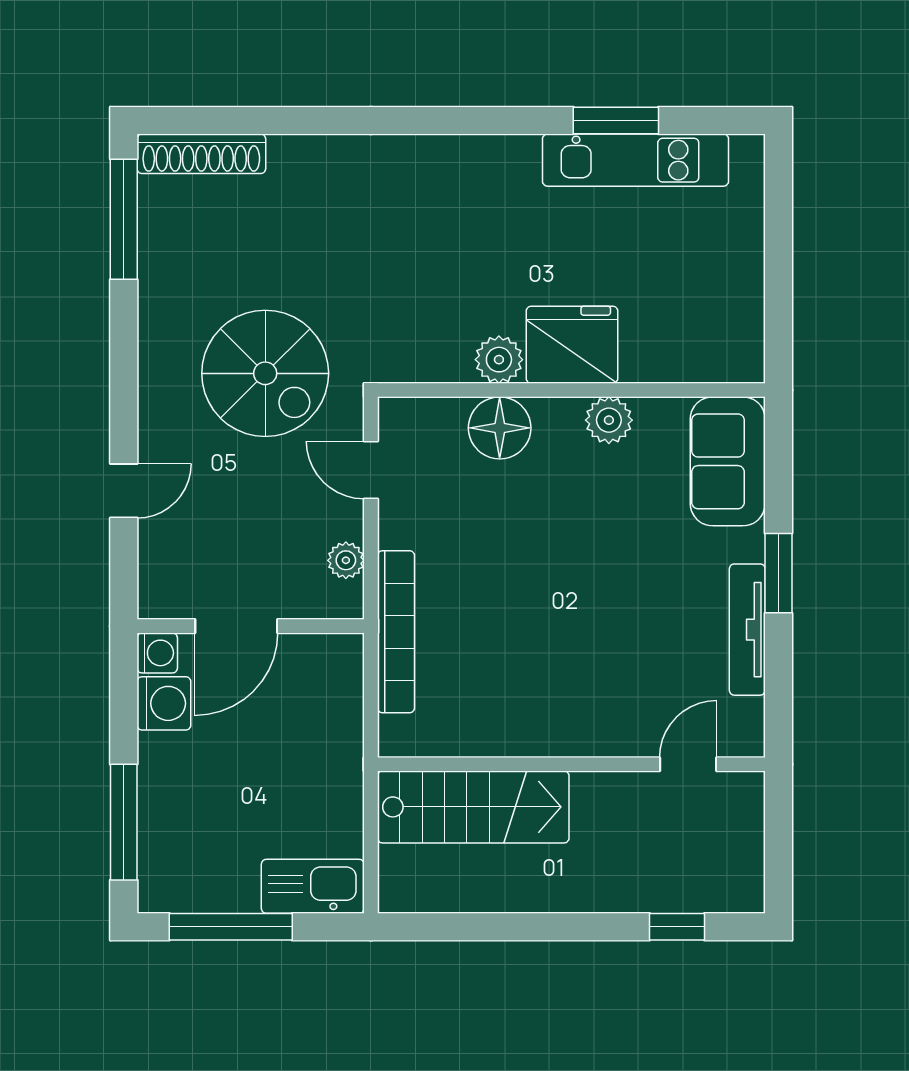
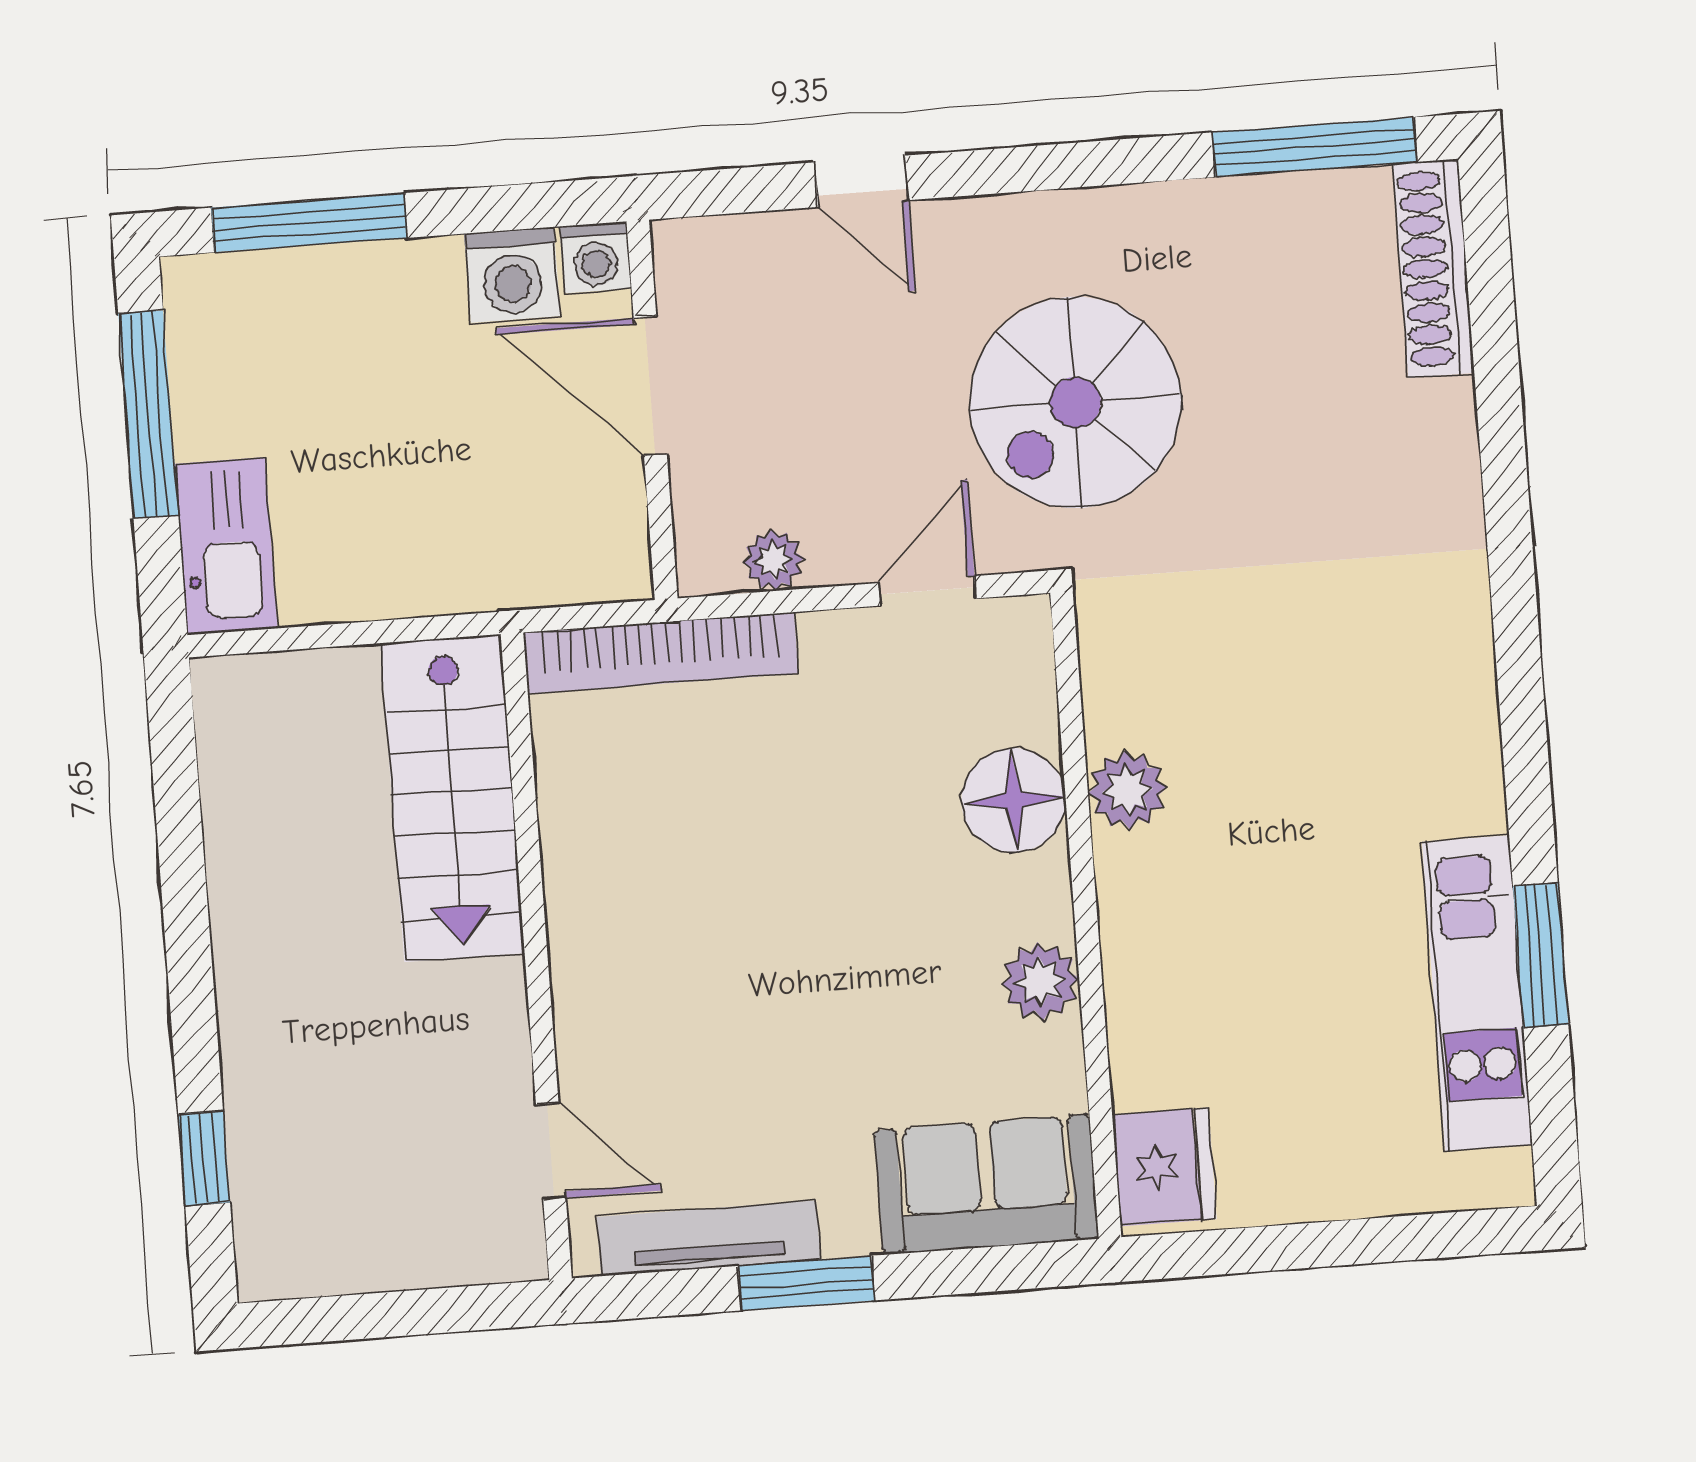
fridge: (572, 345) -> (1164, 1167), moved, width x0.73, depth x0.75
wall: (571, 764) -> (536, 956), moved
door: (688, 764) -> (551, 1151), moved
stairs: (473, 807) -> (453, 798), moved

